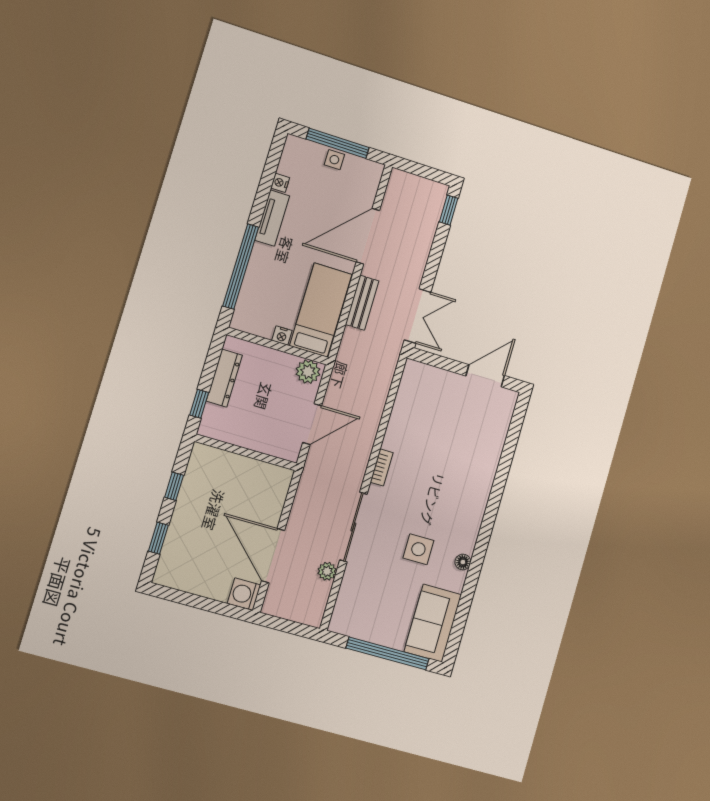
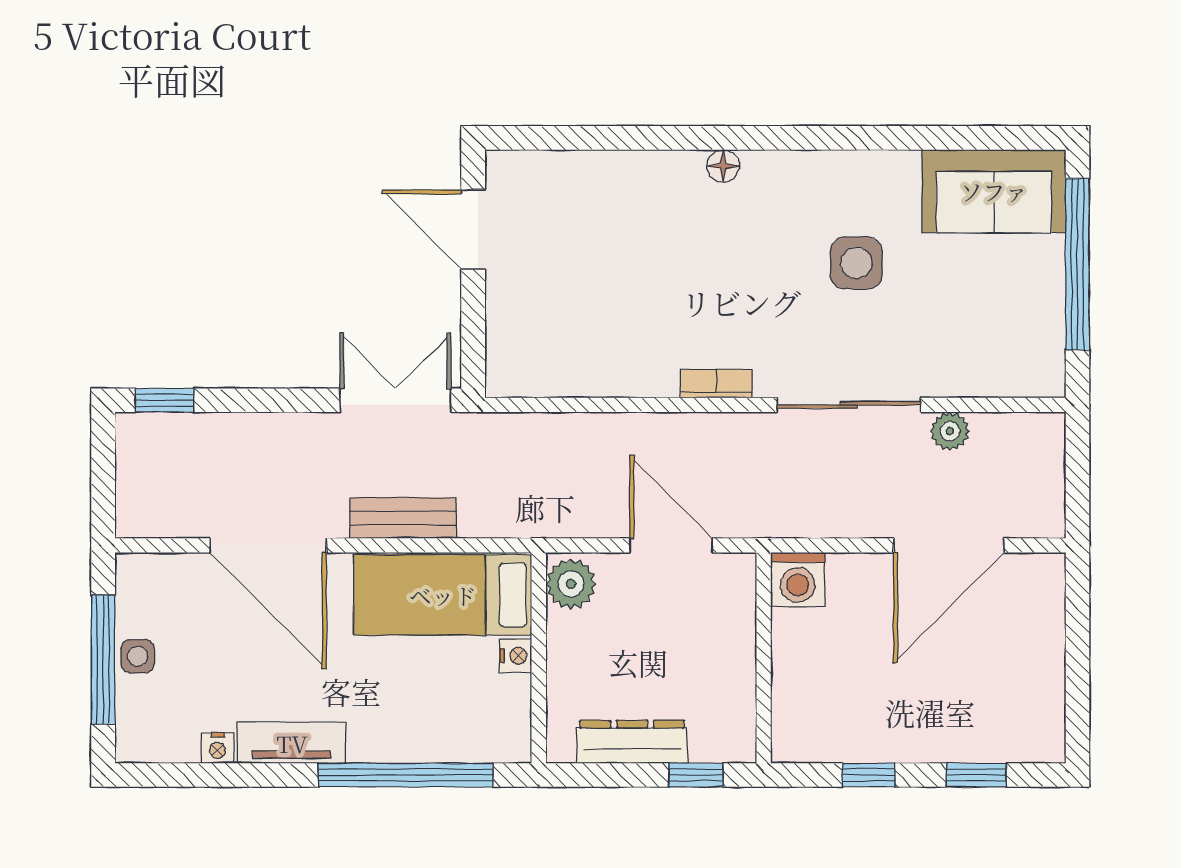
floor lamp: (463, 562) -> (723, 166), moved
washing machine: (244, 594) -> (798, 580), moved

